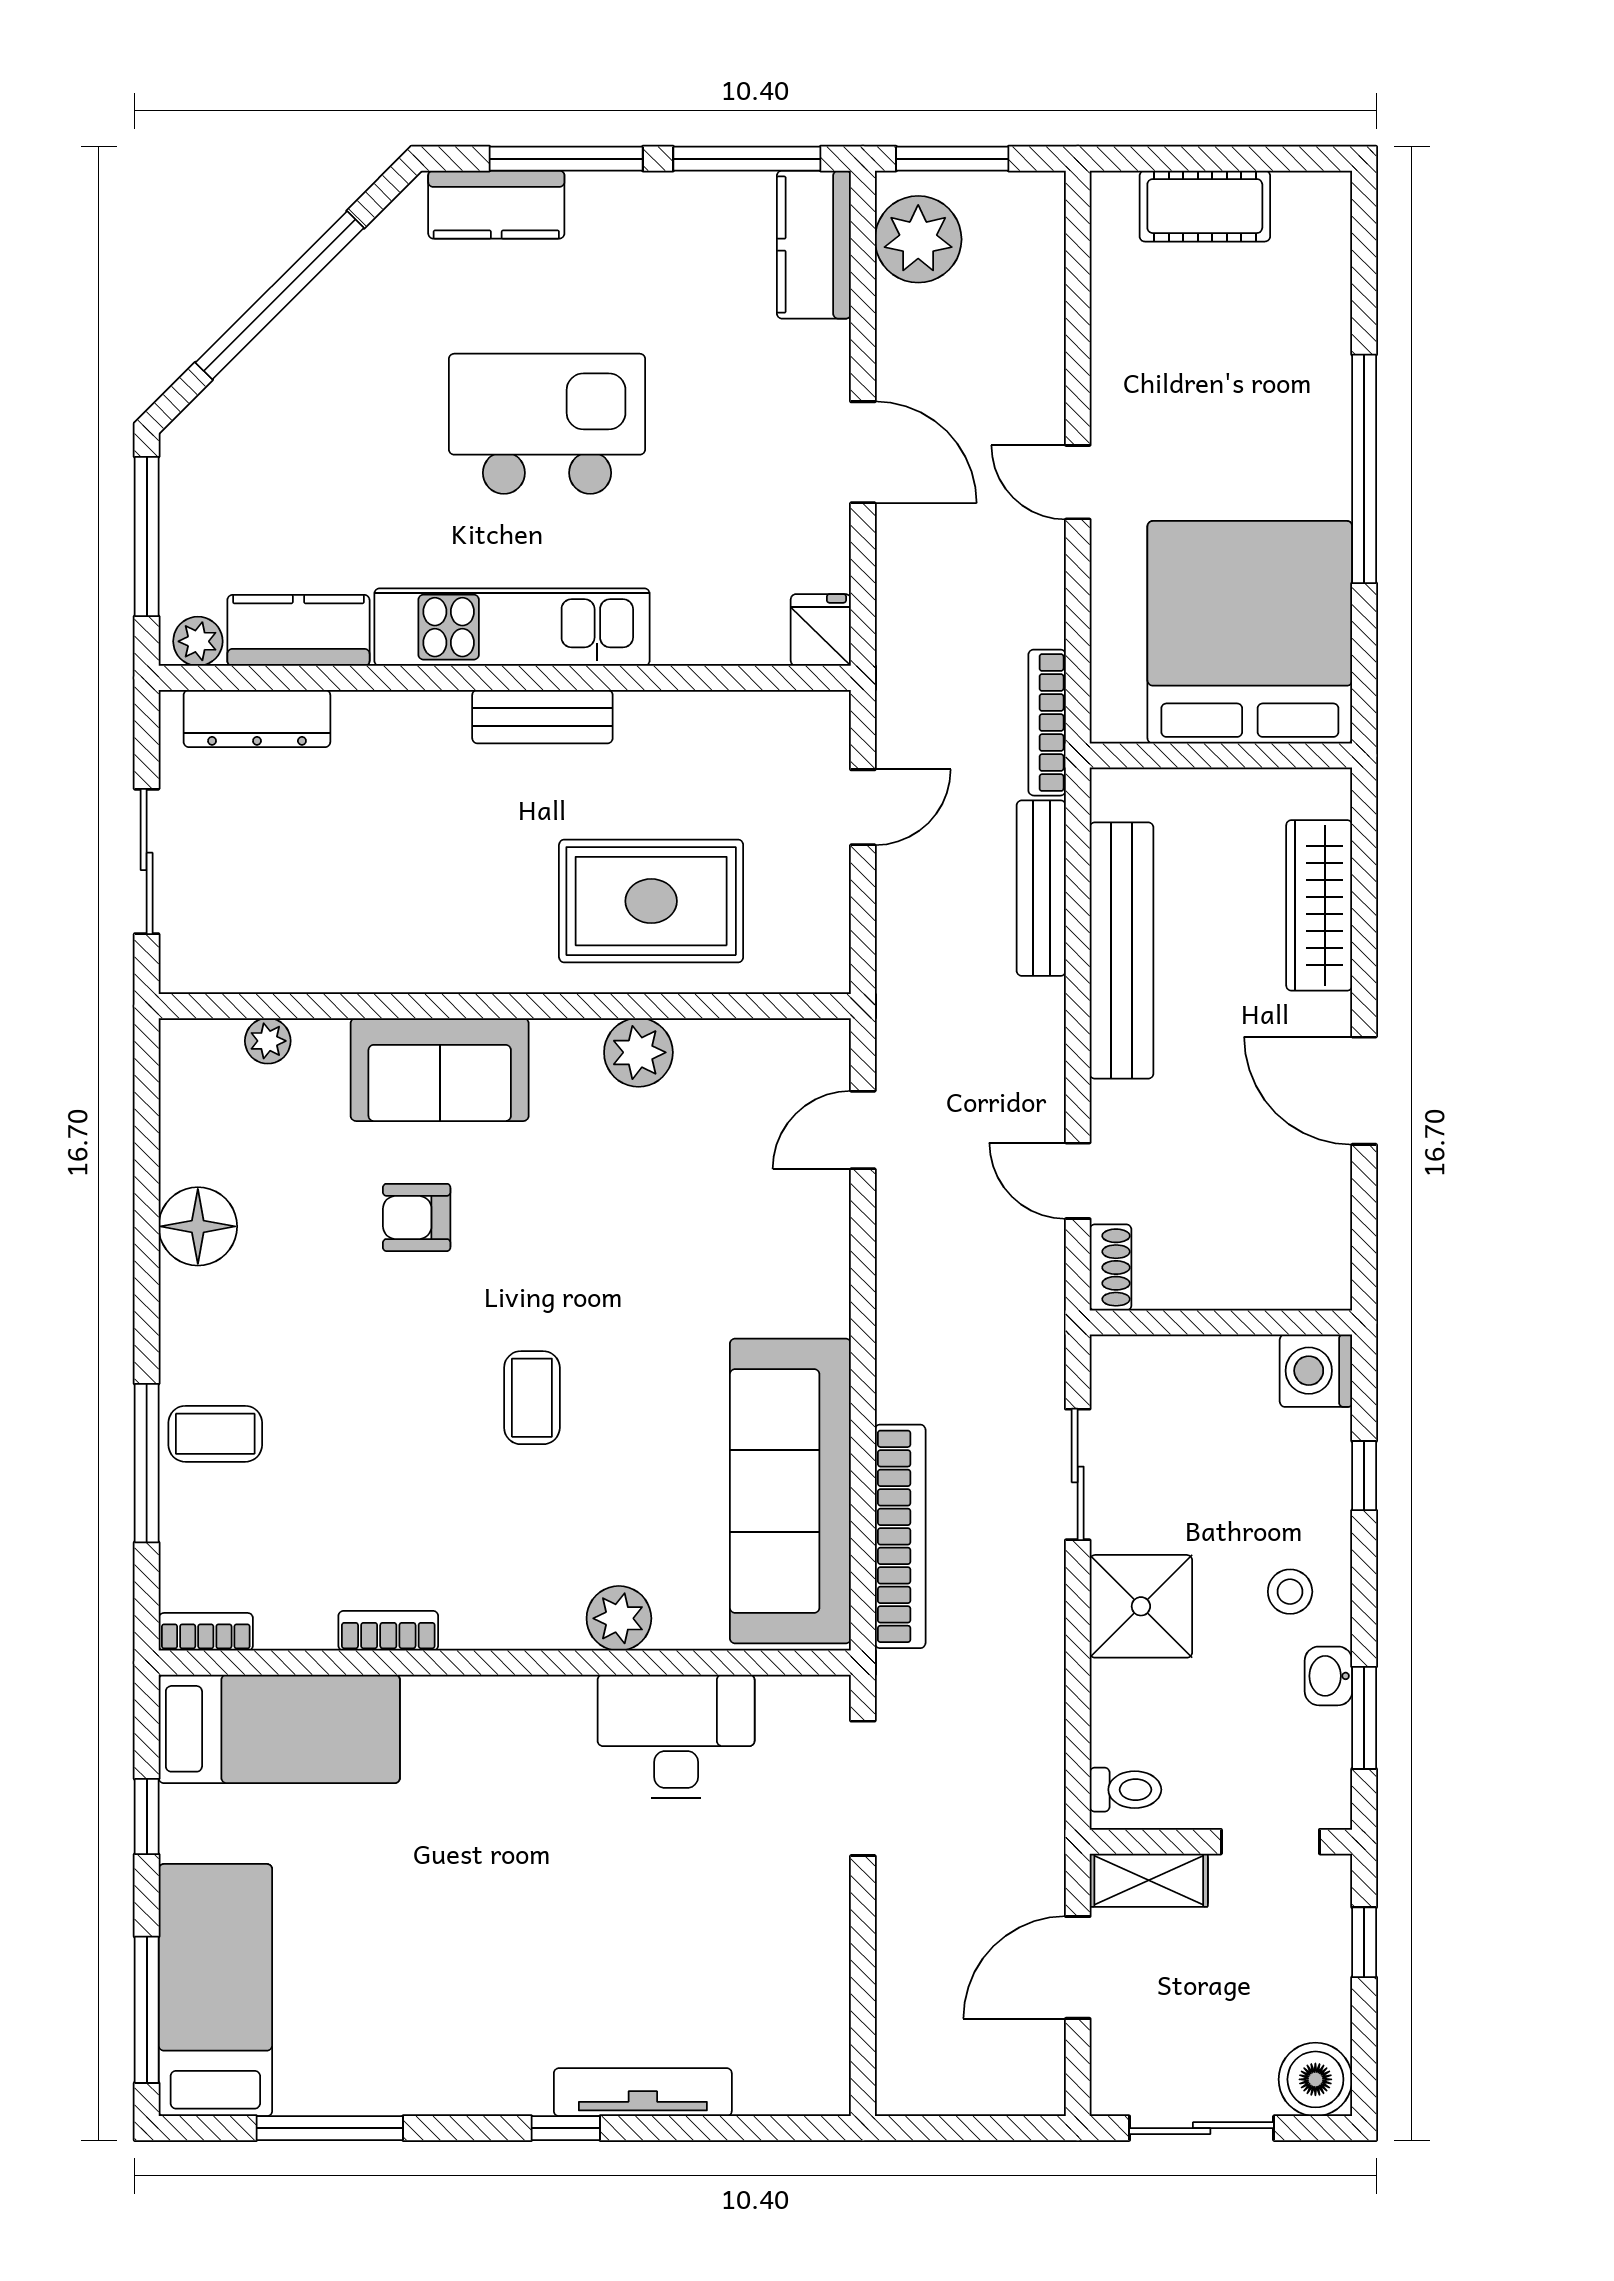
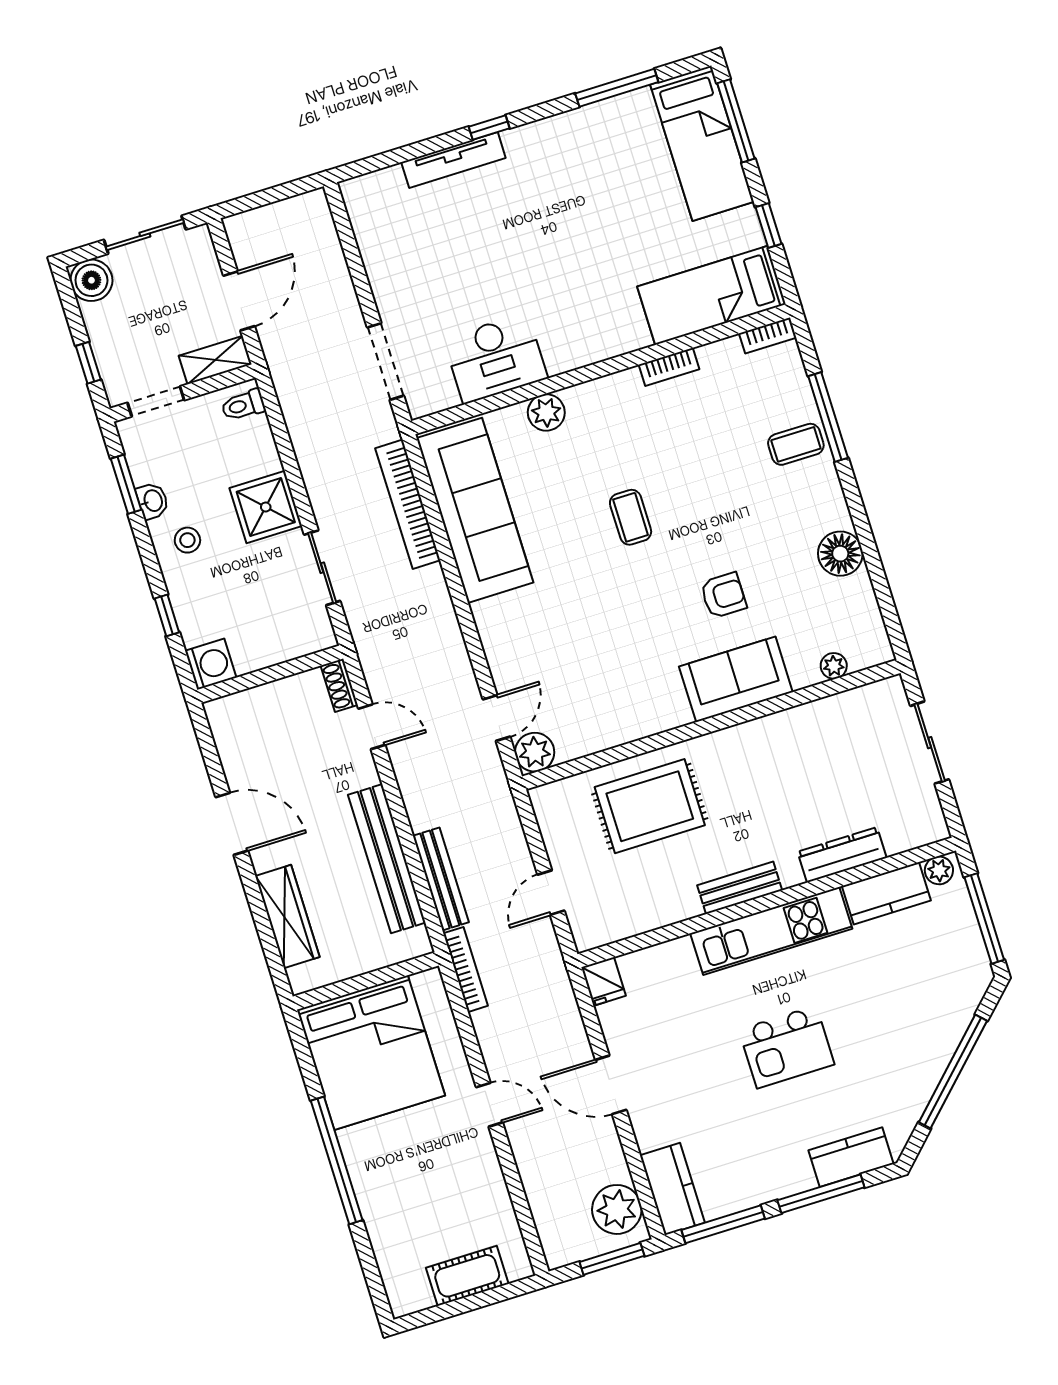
kitchen island: (547, 424) -> (787, 1047), width x0.73, depth x0.78
dresser: (257, 719) -> (842, 855), moved
plant: (638, 1052) -> (535, 752), moved

